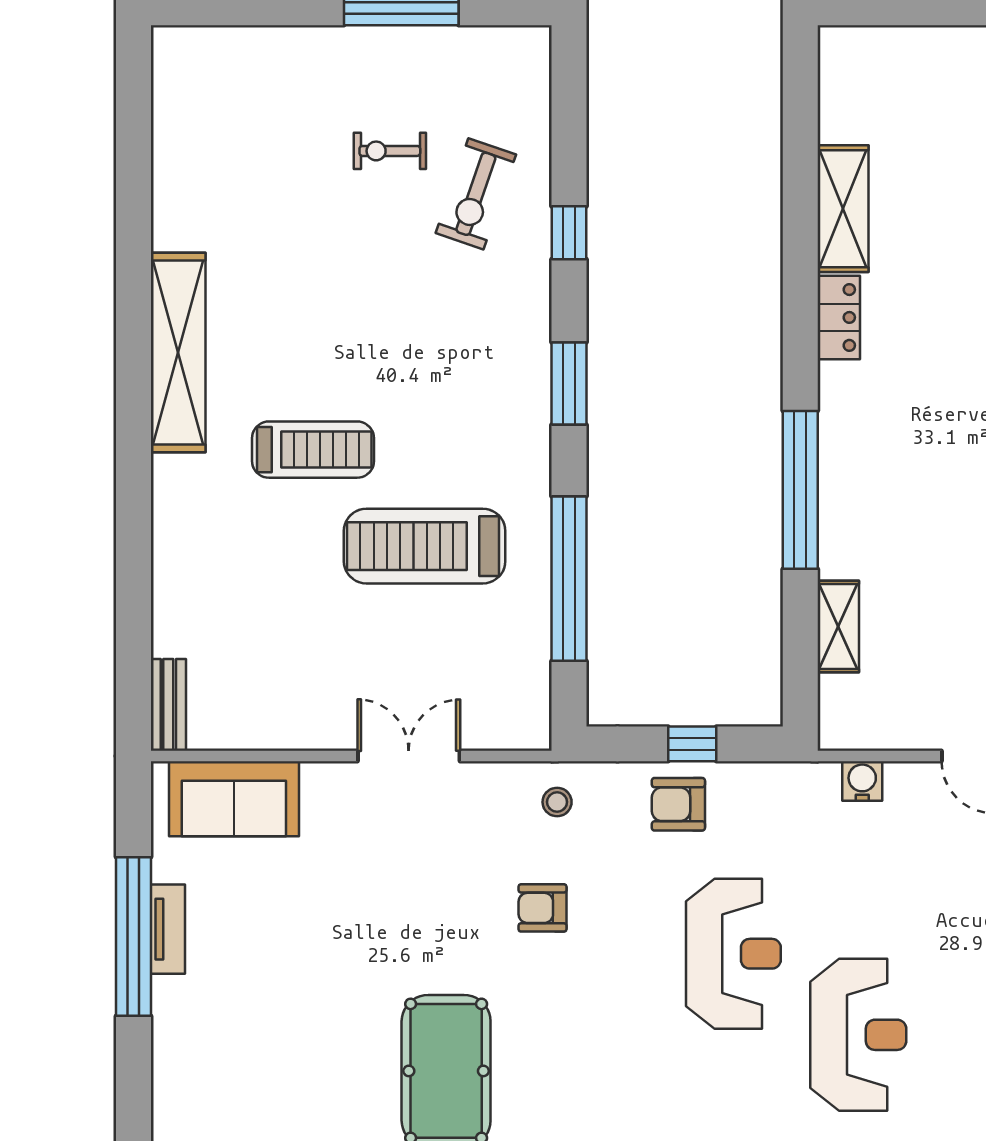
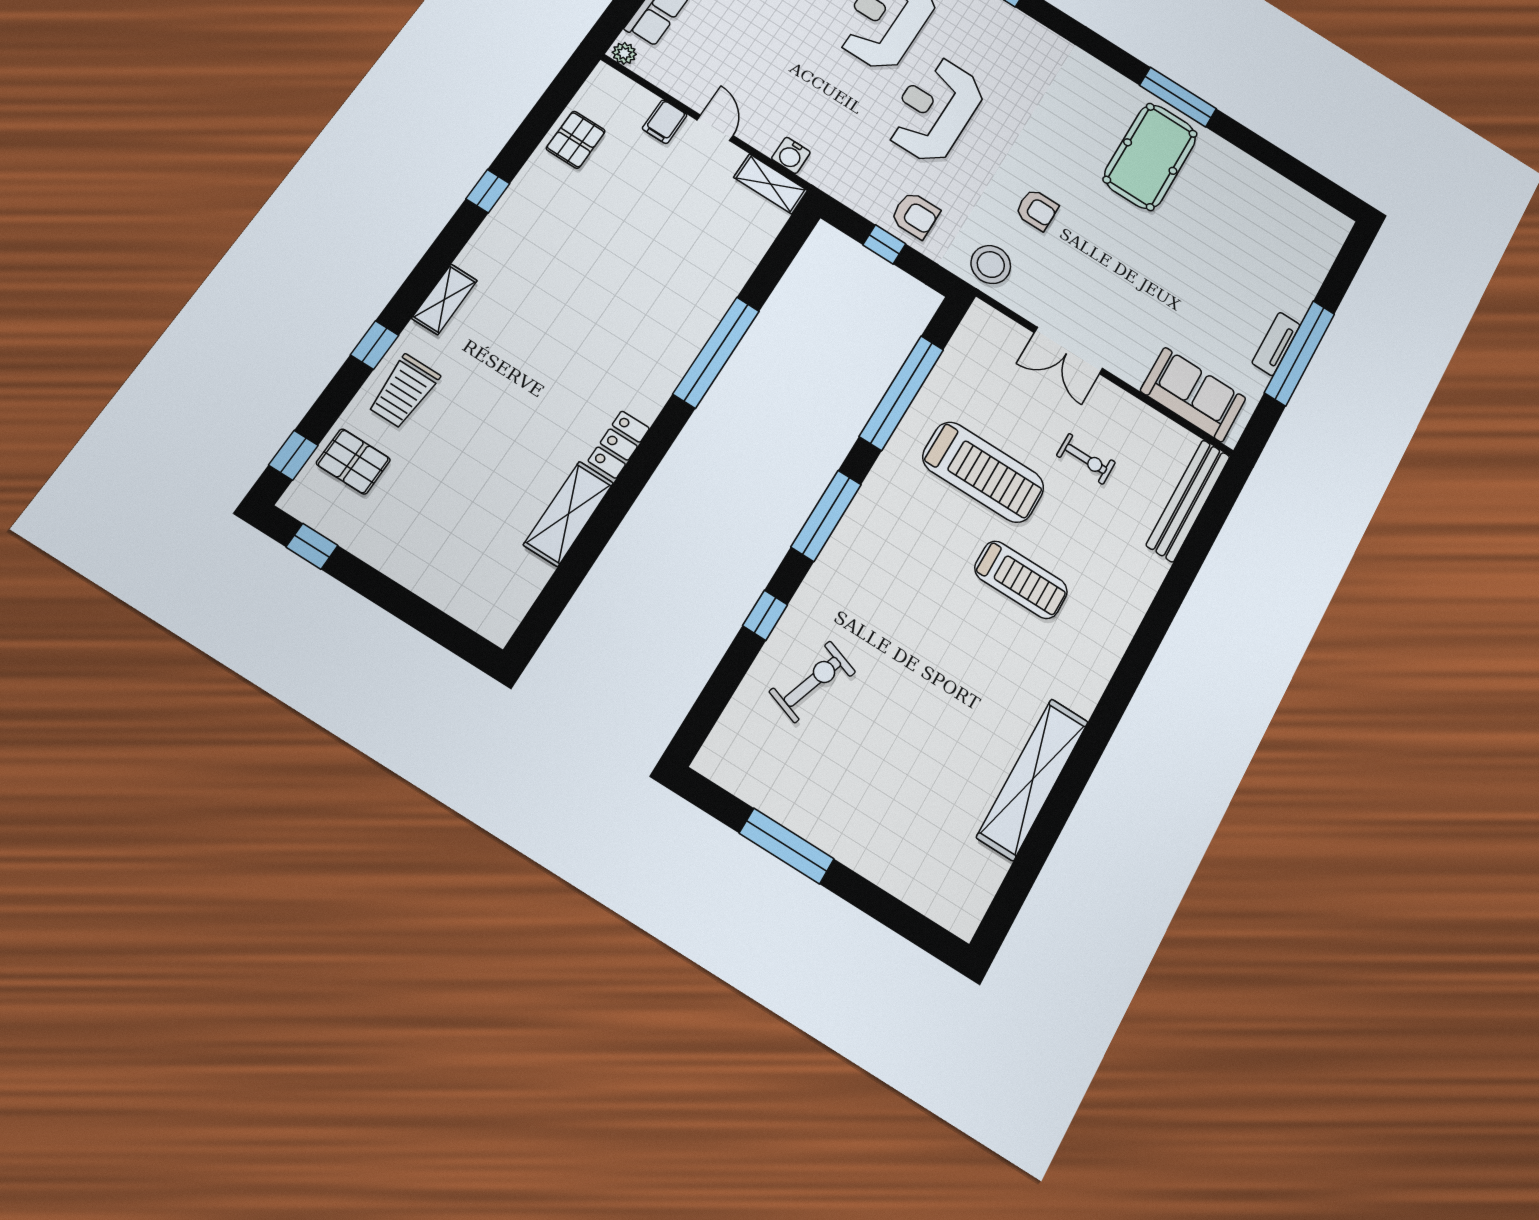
exercise bike: (390, 151) -> (1086, 459), moved
shelving: (178, 352) -> (1033, 779), moved
window: (569, 383) -> (826, 516), width x1.44
treadmill: (313, 450) -> (1021, 580), turned 180
shelving: (838, 626) -> (771, 184), moved, turned 90
bench: (168, 705) -> (1188, 501), width x1.86, depth x1.21
stool: (557, 802) -> (991, 265), width x1.89, depth x1.89

